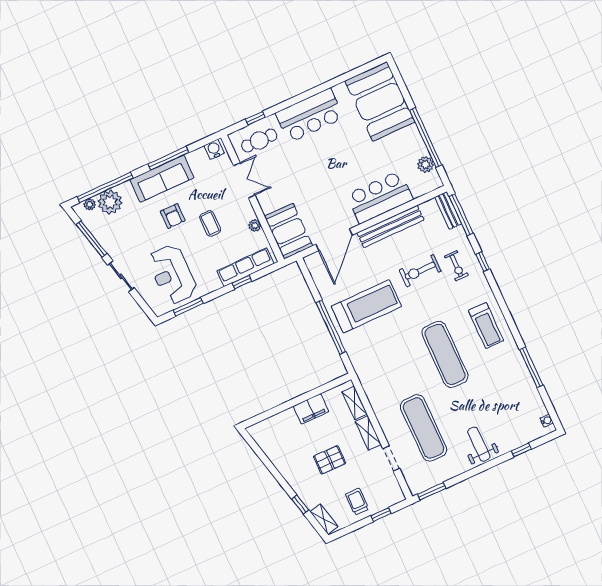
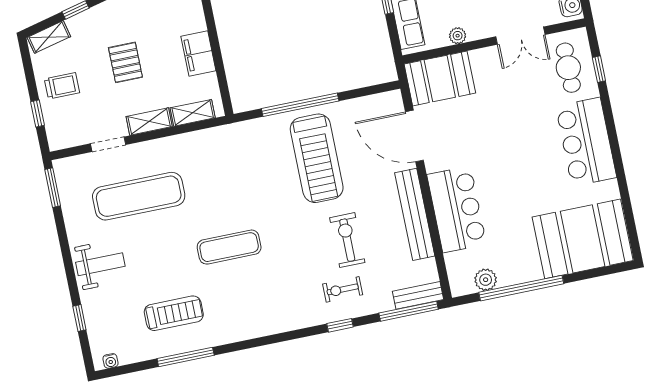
treadmill: (486, 326) -> (174, 313), moved, turned 180
exercise mat: (445, 354) -> (229, 247), width x0.73, depth x0.69

